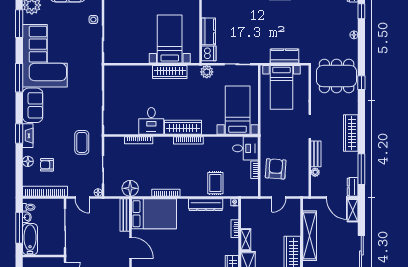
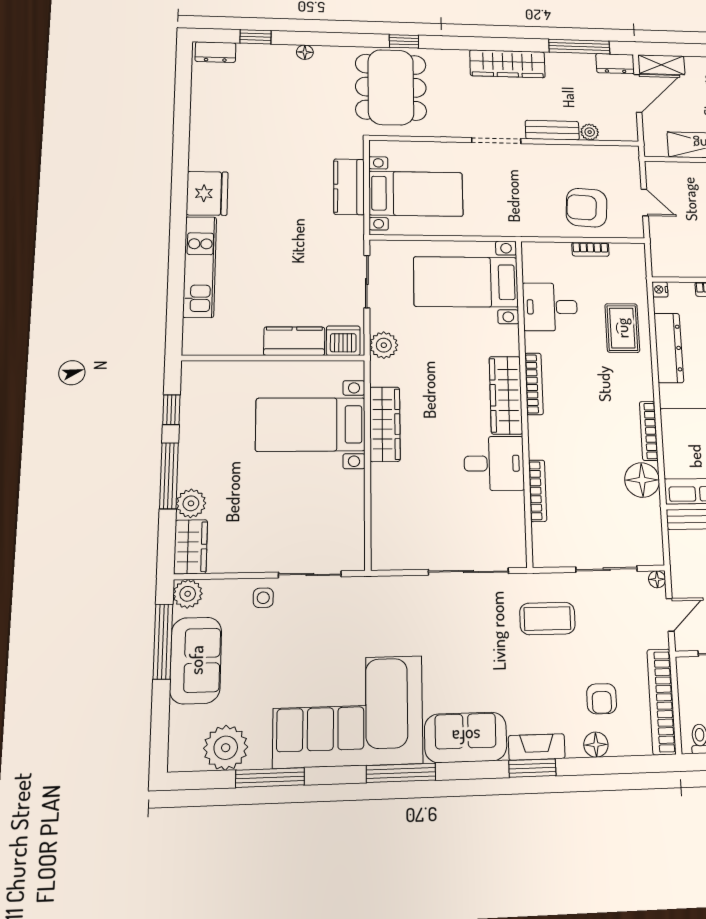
desk: (245, 148) -> (550, 307), moved, turned -90
rug: (215, 183) -> (622, 328), turned 90
floor lamp: (130, 188) -> (642, 480), moved

